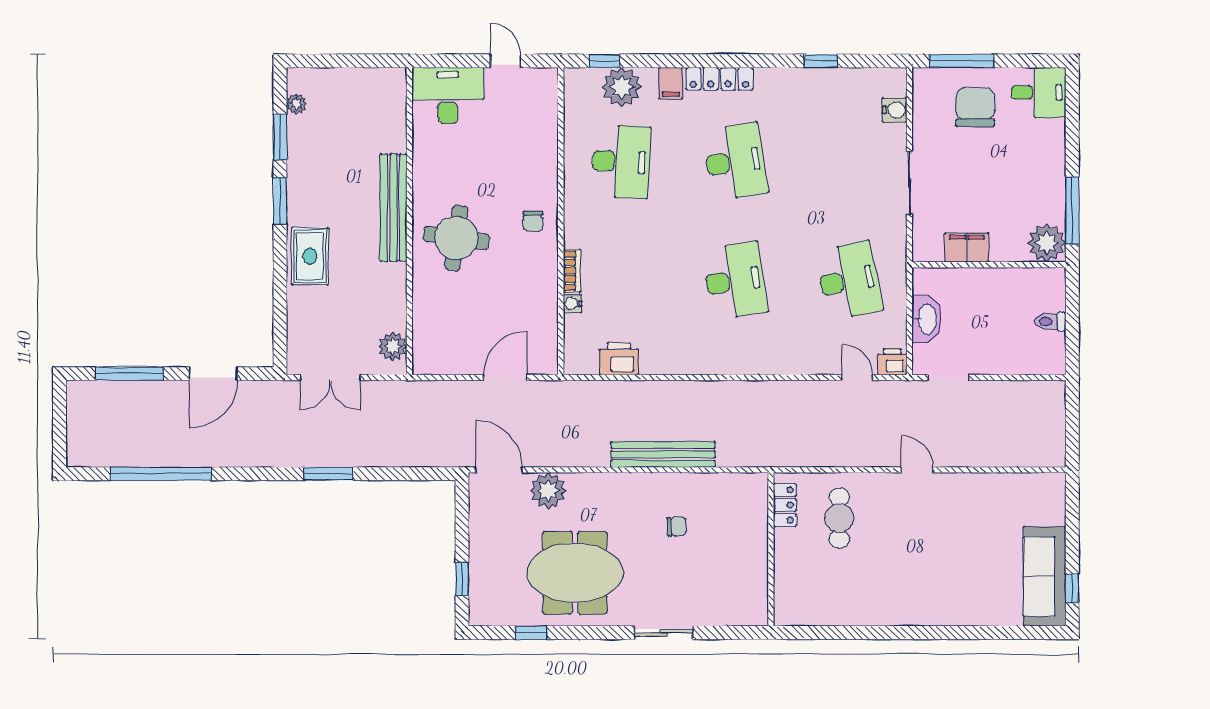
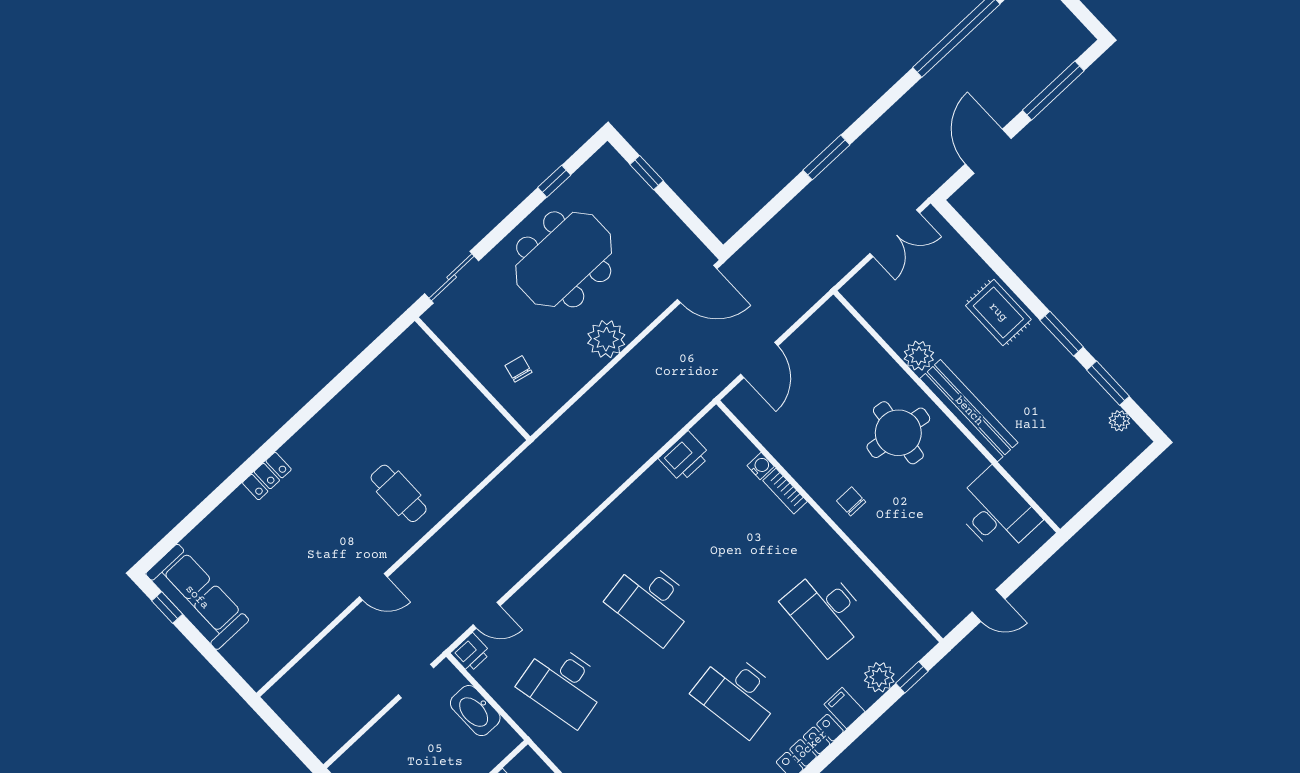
plant: (622, 87) -> (879, 677), width x0.73, depth x0.73
desk: (448, 95) -> (996, 512), moved, turned -90
plant: (393, 346) -> (919, 356), moved
double door: (330, 378) -> (895, 233), swing flipped
bench: (663, 454) -> (581, 415), removed
plant: (548, 490) -> (606, 339), moved
locker: (785, 505) -> (267, 476), moved, turned -90
chair: (677, 526) -> (519, 369), turned 107
wall: (771, 549) -> (473, 379), moved

